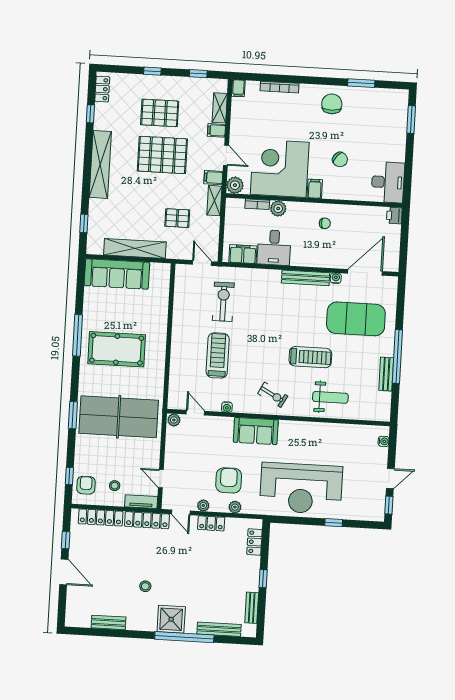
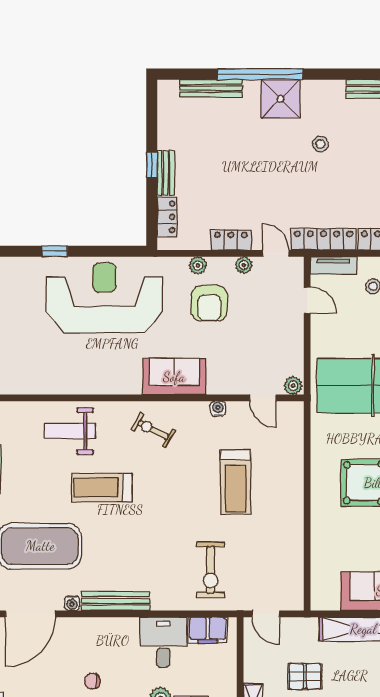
exercise bike: (223, 302) -> (211, 570), moved
bench: (252, 608) -> (166, 173), moved

